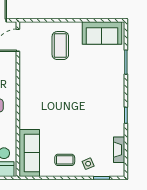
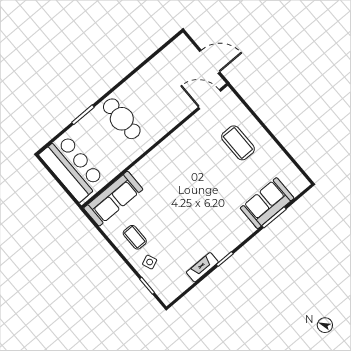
sofa: (102, 33) -> (267, 203), moved, turned 90
coffee table: (60, 46) -> (238, 143), turned 90
fireplace: (119, 150) -> (202, 267), moved

